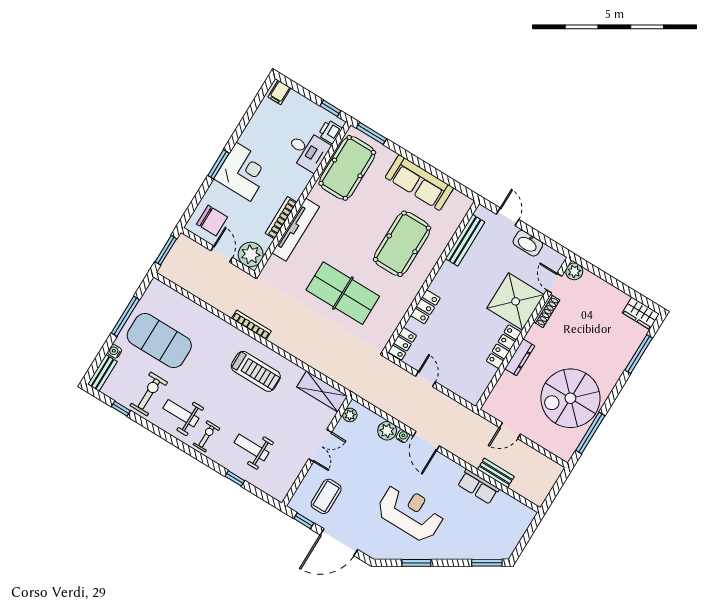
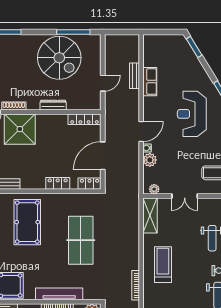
pool table: (402, 244) -> (27, 222), turned 90
locker: (504, 347) -> (84, 119), moved
door: (425, 379) -> (103, 156), width x1.88
door: (510, 431) -> (103, 83), hinge flipped
double door: (320, 445) -> (185, 196), swing flipped

